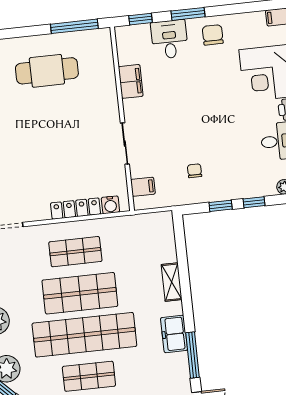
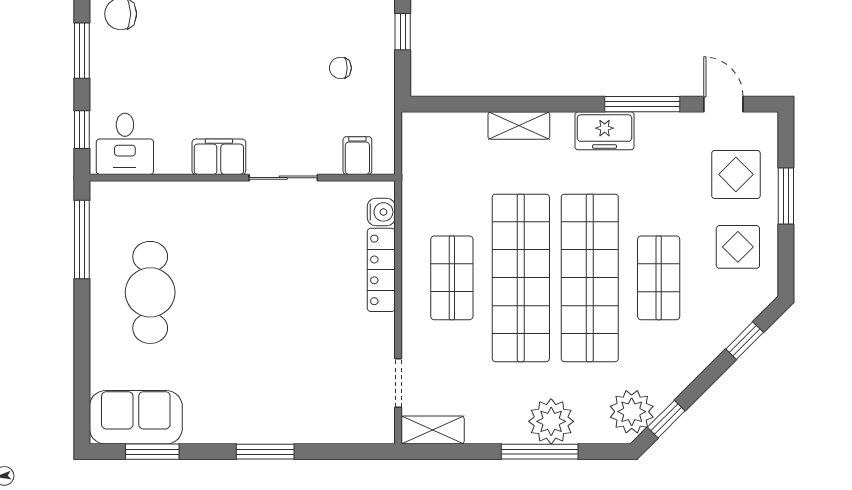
desk: (169, 39) -> (125, 144), moved, turned -90
filing cabinet: (131, 81) -> (219, 157), moved
shop shelf: (80, 293) -> (521, 278), width x1.40

